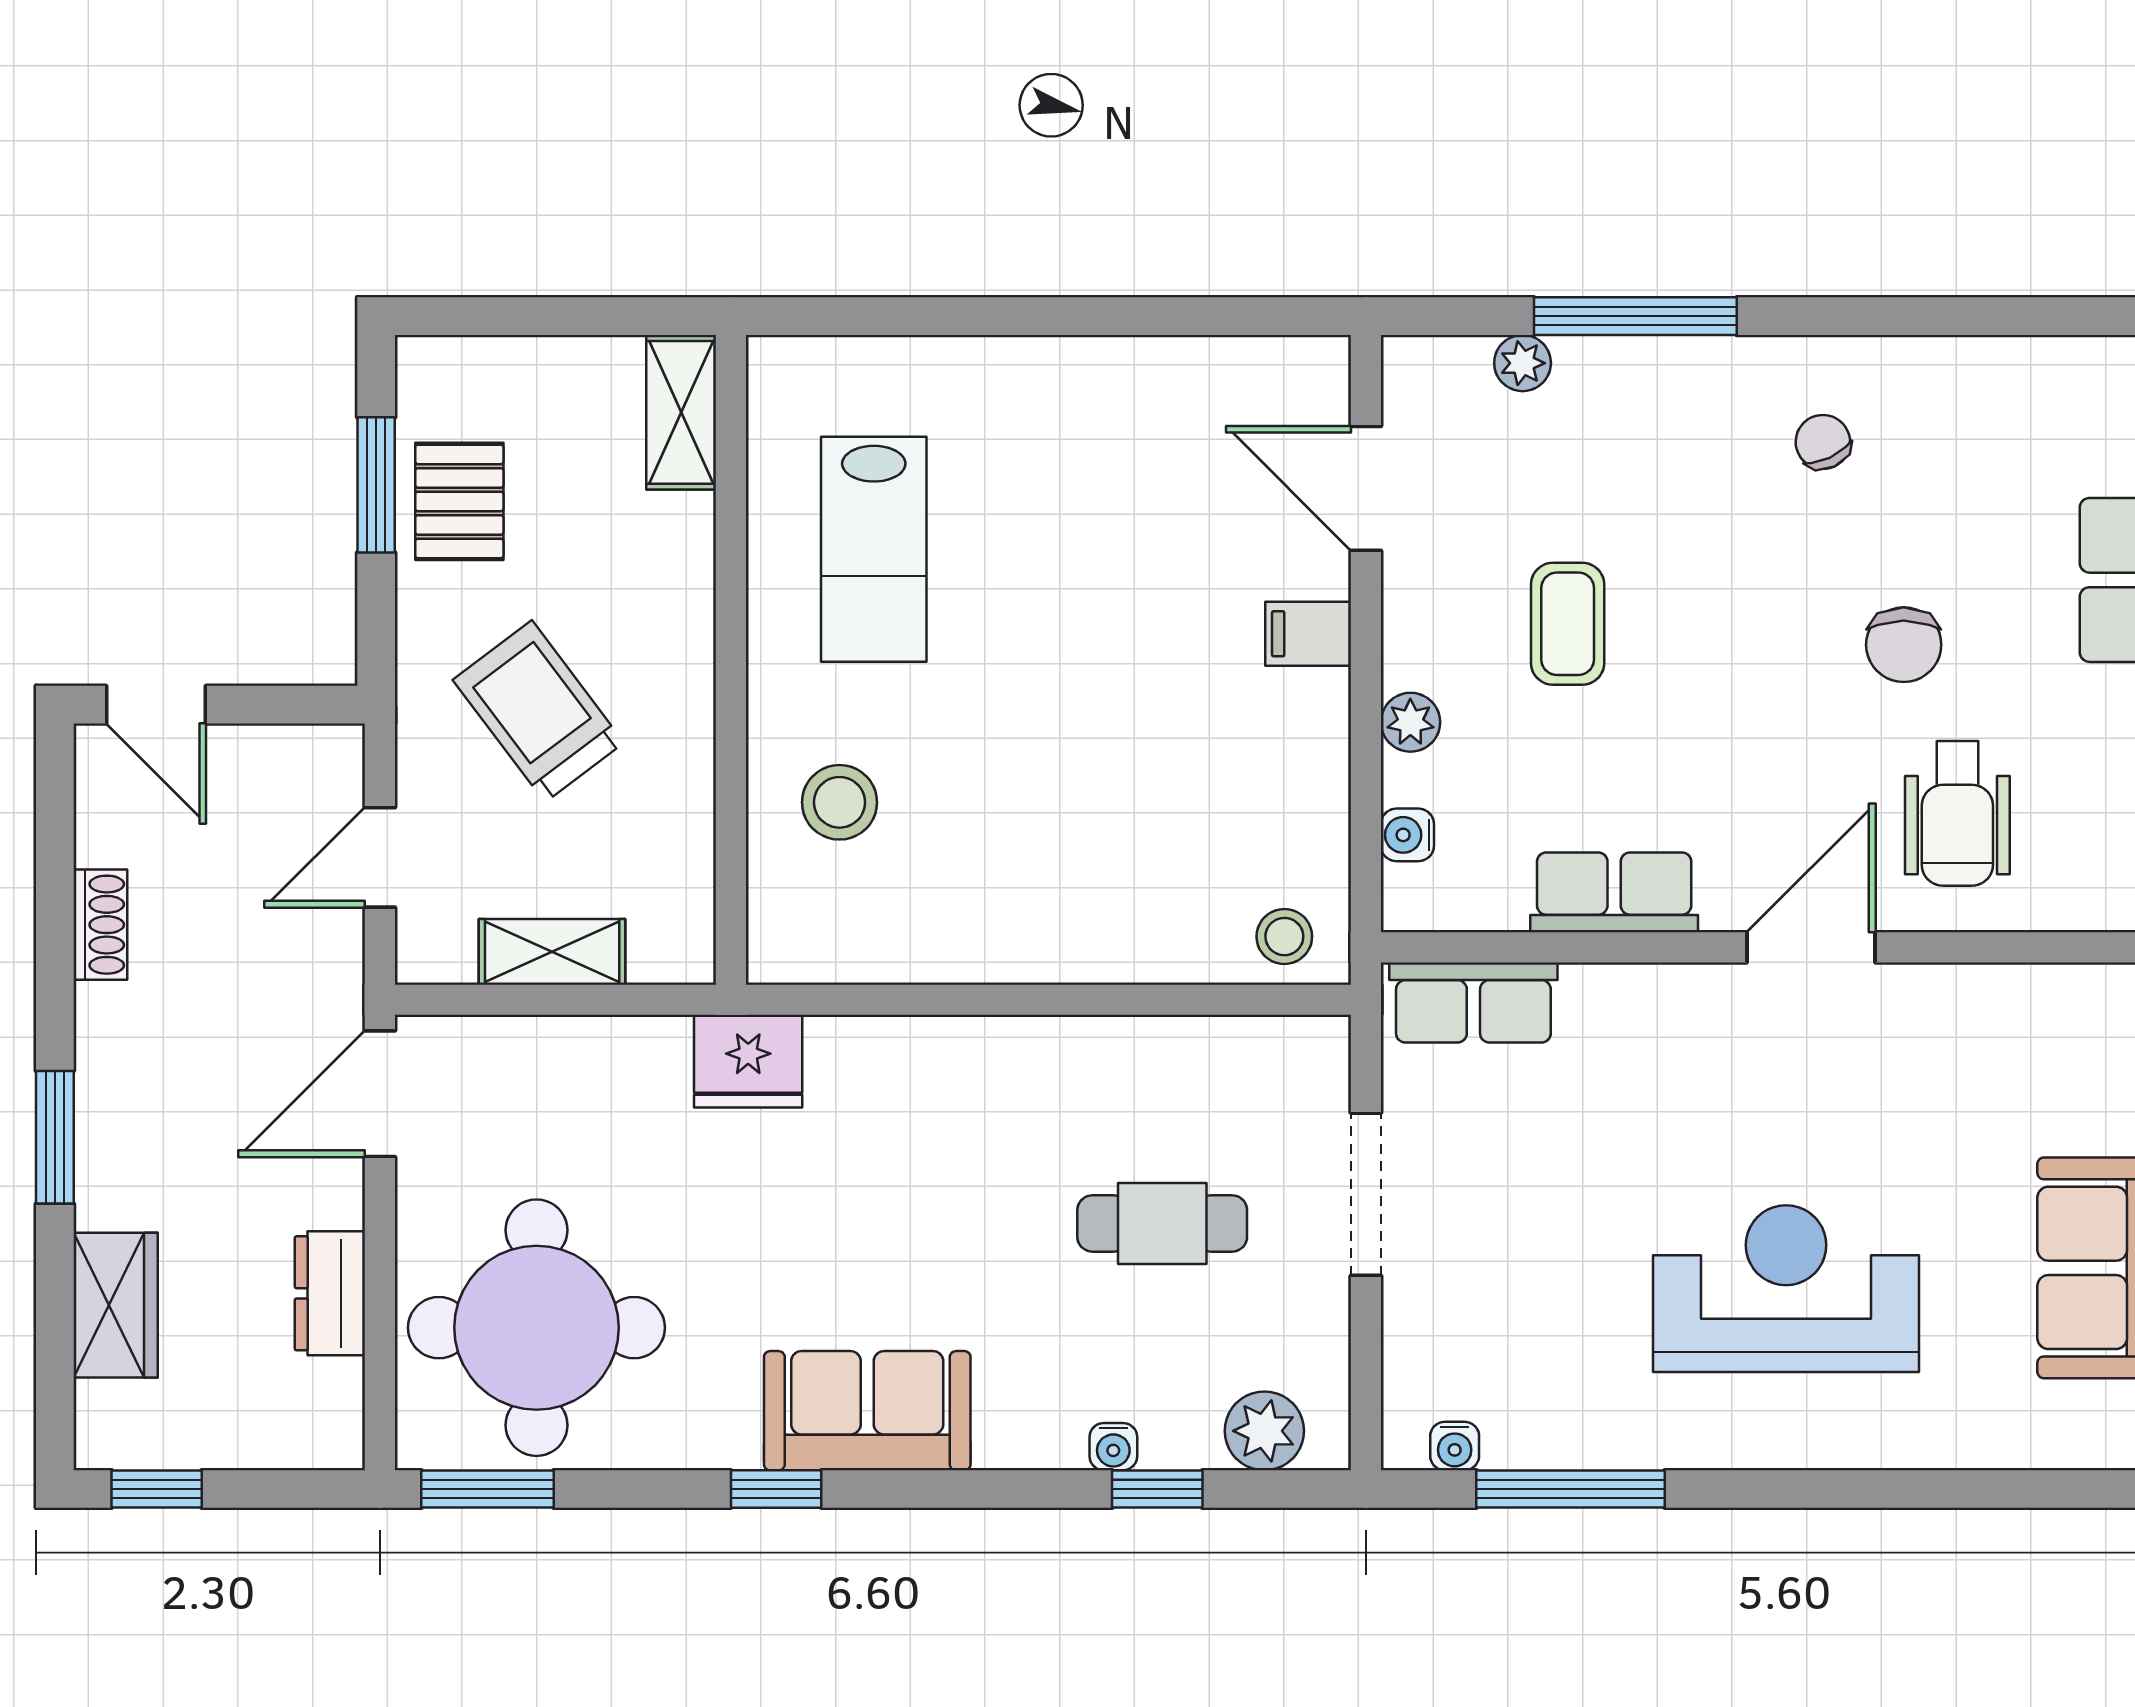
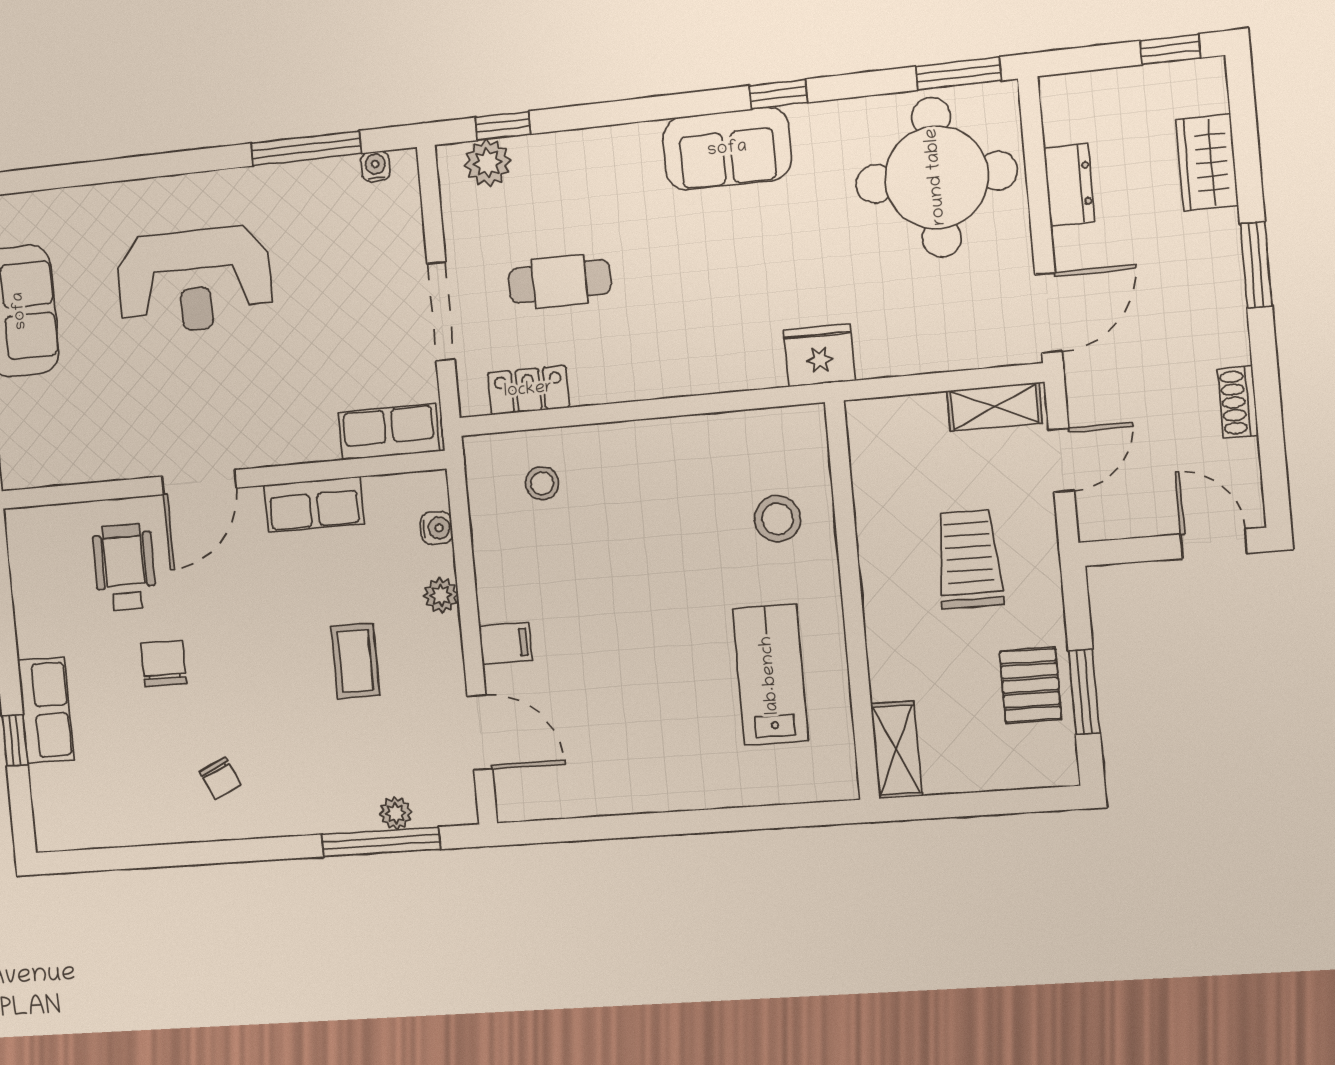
window: (1635, 316) -> (381, 842), moved
trolley: (538, 711) -> (969, 559), turned -143
stool: (1284, 937) -> (542, 483), moved
shelving: (552, 952) -> (994, 407), moved
locker: (1231, 1050) -> (528, 390), added
water cooler: (1113, 1447) -> (576, 143), removed
window: (1157, 1489) -> (503, 126), moved

